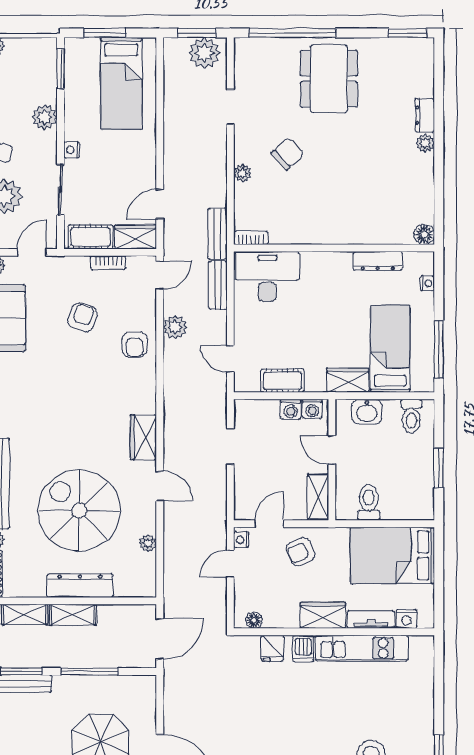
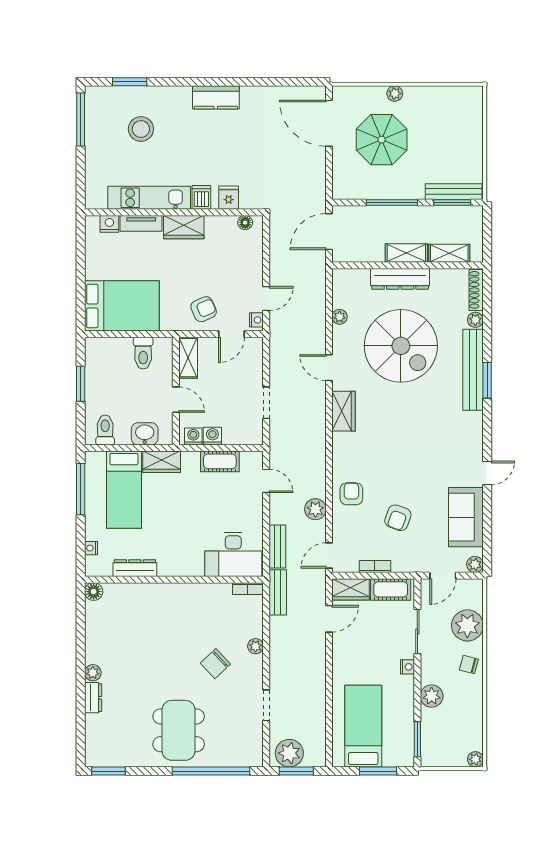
wardrobe: (323, 615) -> (184, 227), moved
nightstand: (406, 619) -> (109, 224), moved
floor lamp: (254, 620) -> (245, 223), moved
tv unit: (371, 620) -> (141, 223), moved
wall: (334, 632) -> (174, 212), moved
fridge: (273, 648) -> (229, 198), moved
kitchen unit: (362, 648) -> (149, 198), moved
dishwasher: (303, 649) -> (201, 197), moved

